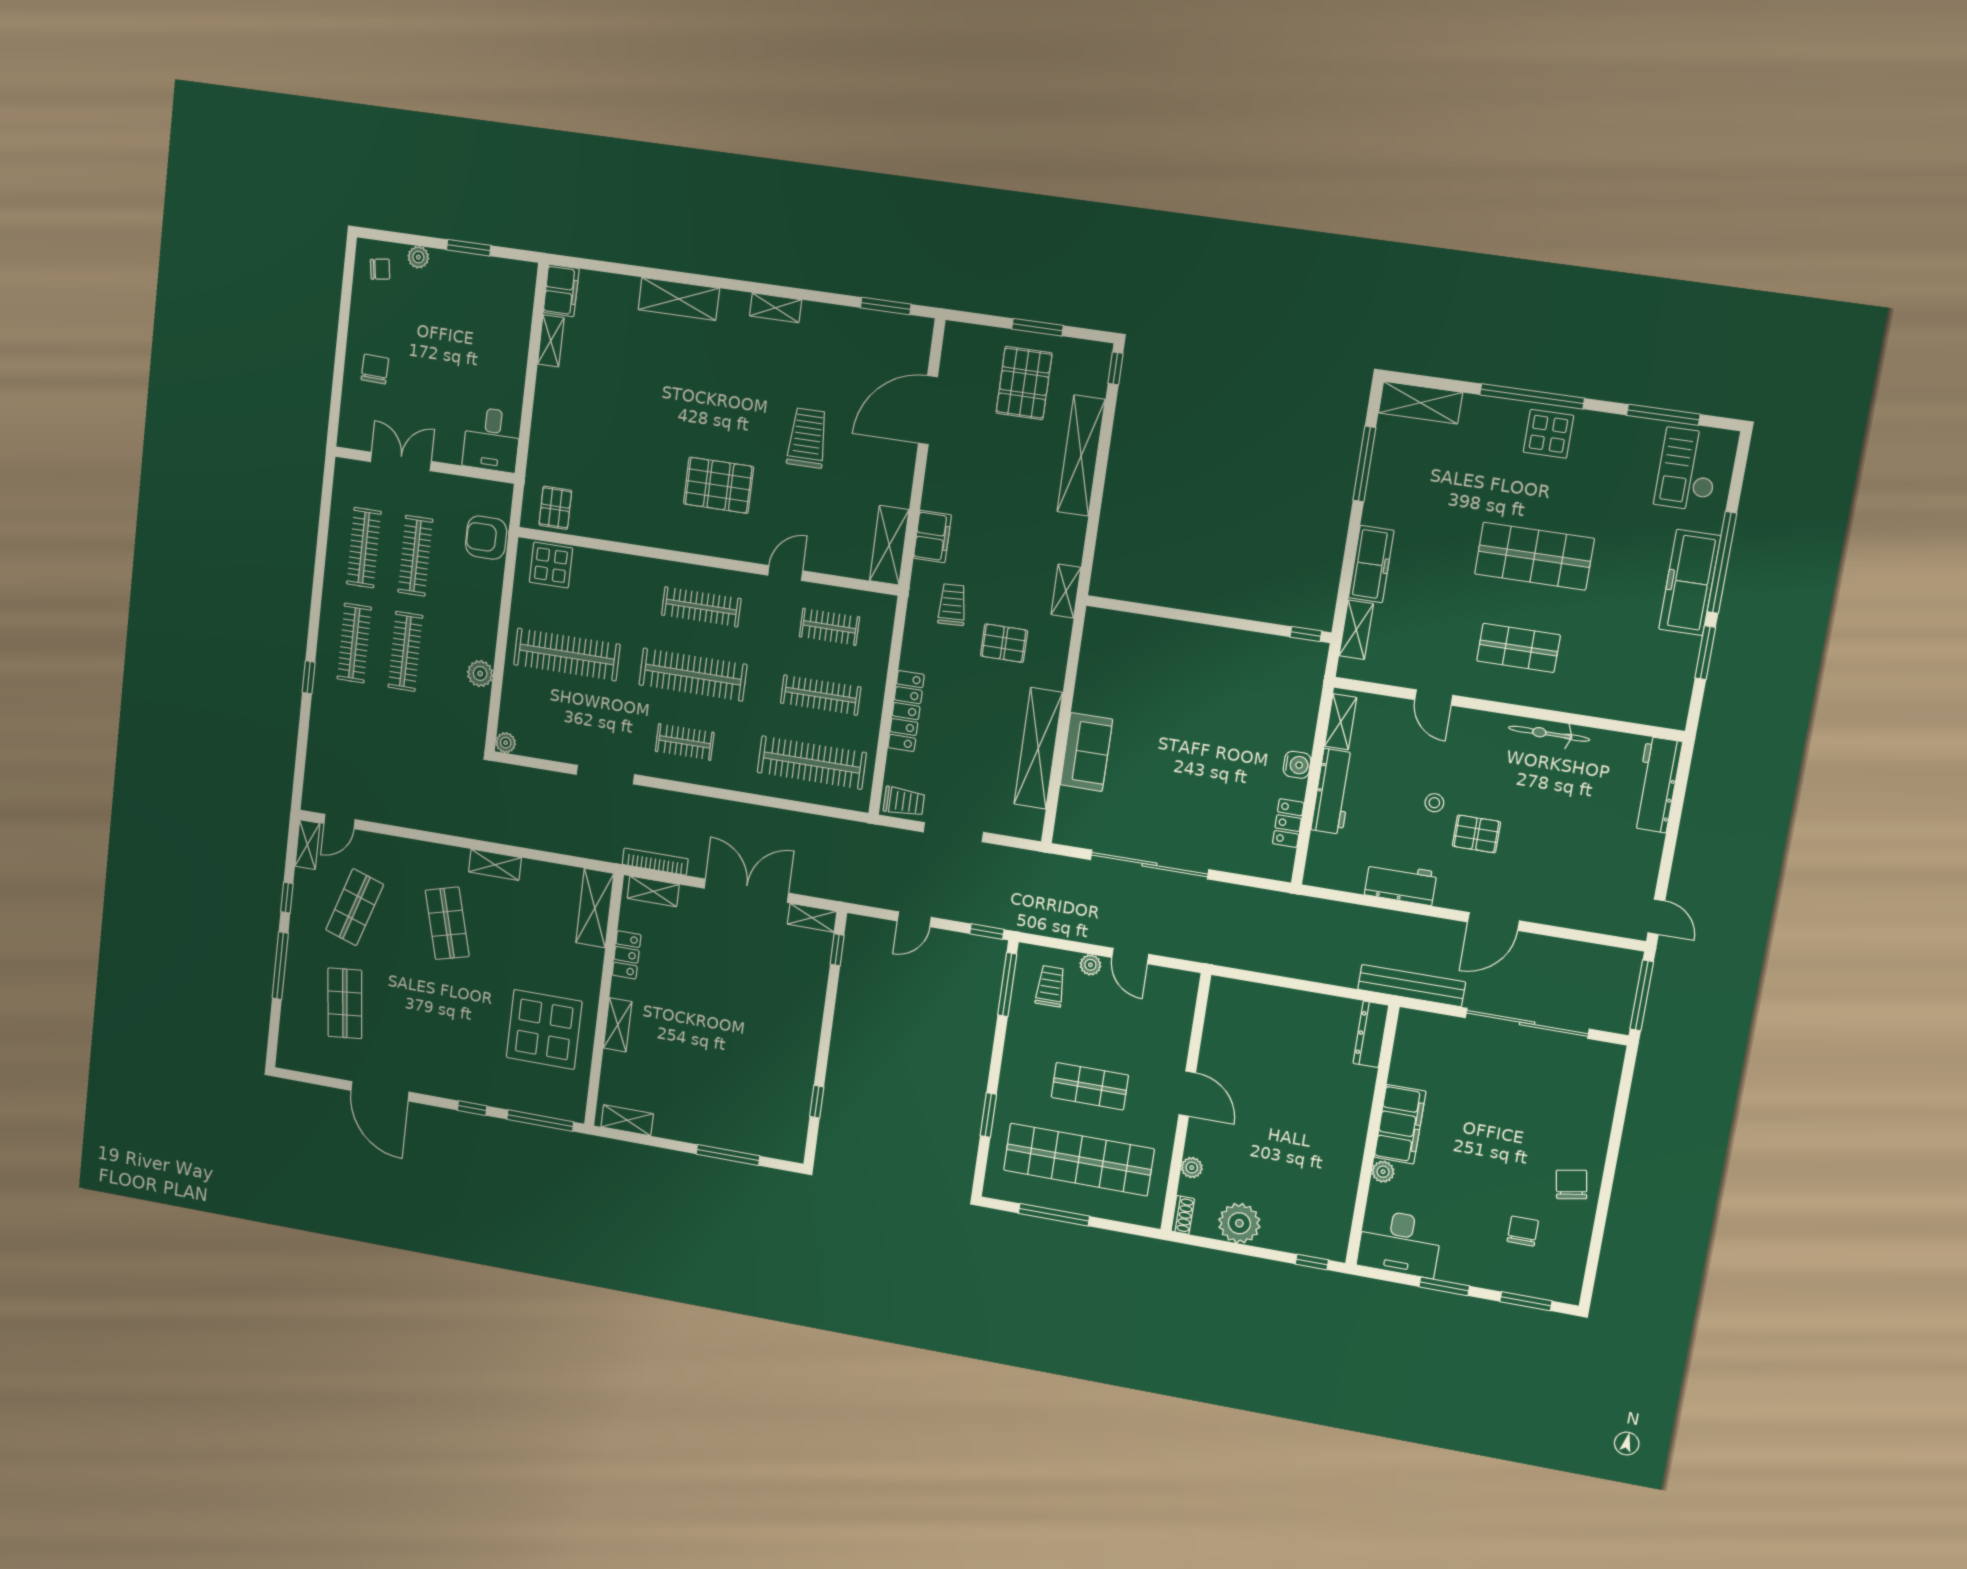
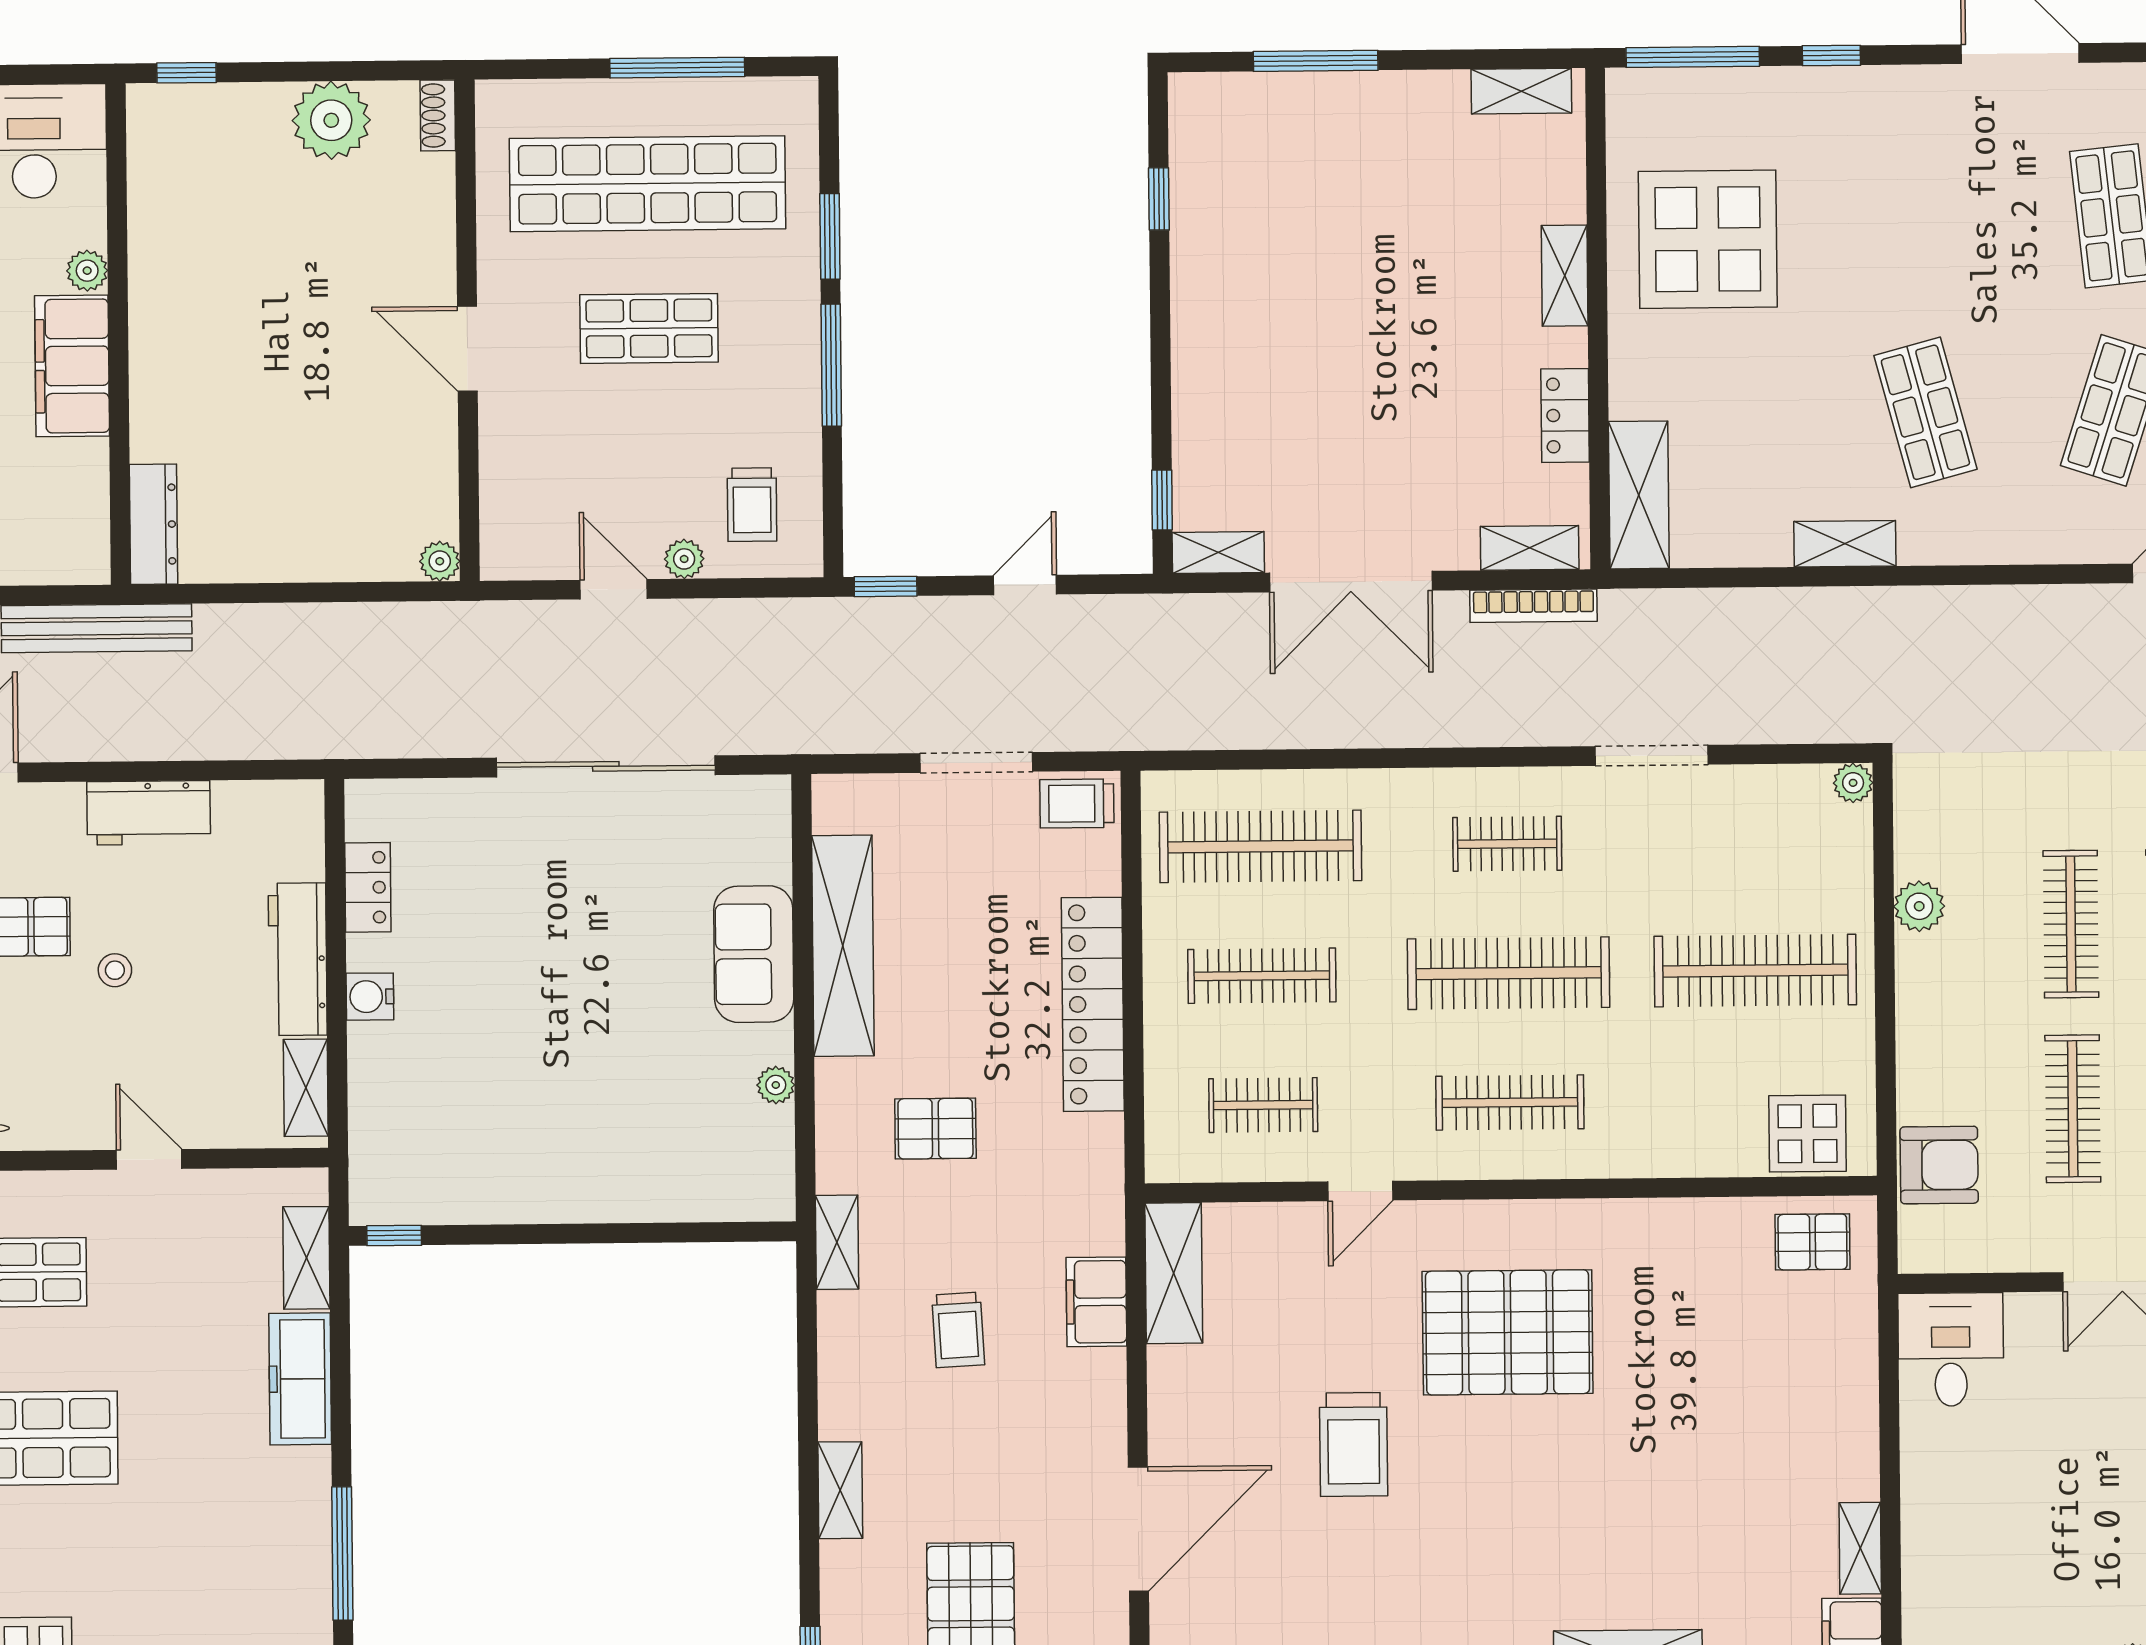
shelving: (1081, 456) -> (840, 1490), width x0.45, depth x0.75
pallet: (719, 485) -> (1508, 1332), width x1.37, depth x1.41
pallet: (555, 508) -> (1813, 1242), turned 90
trolley: (952, 605) -> (958, 1330), moved
plant: (1086, 681) -> (776, 1085), added
locker: (906, 711) -> (1093, 1004), width x1.41, depth x1.21
window: (1007, 985) -> (831, 365), moved
plant: (1192, 1168) -> (440, 561), moved

